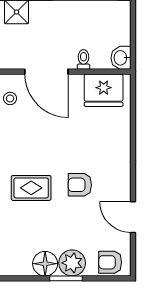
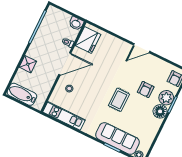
armchair: (80, 185) -> (146, 89), moved
door: (133, 217) -> (142, 48), moved

